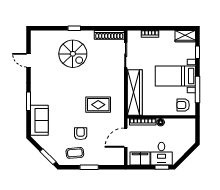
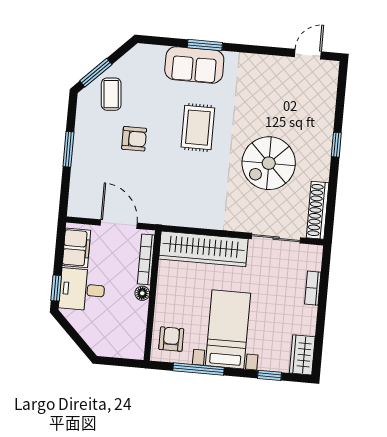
spiral stairs: (73, 54) -> (269, 163), moved
door: (29, 60) -> (308, 54), moved
rug: (98, 105) -> (198, 128), moved
sofa: (39, 120) -> (194, 65), moved
coffee table: (75, 153) -> (111, 94), moved

